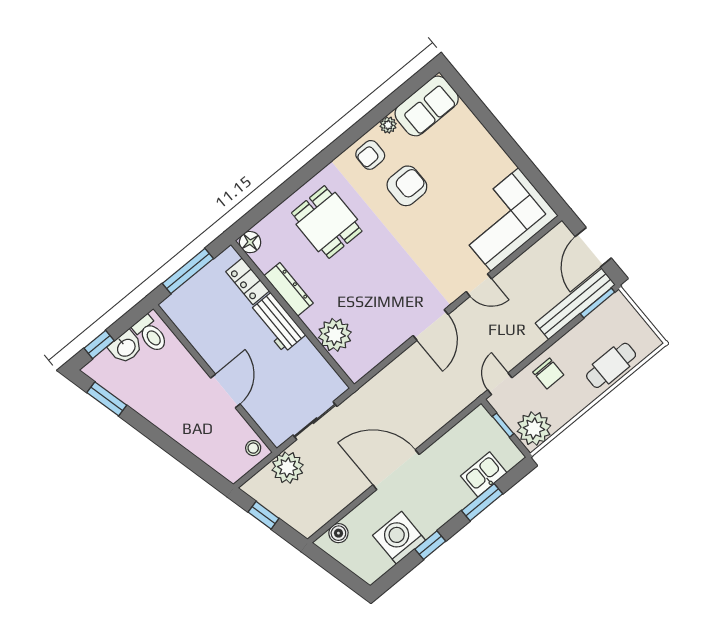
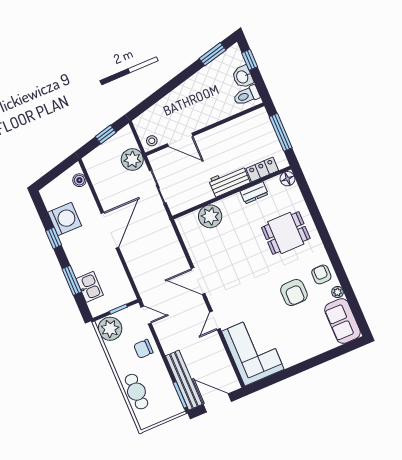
dresser: (289, 289) -> (254, 193), width x0.70
door: (225, 391) -> (180, 140), moved

